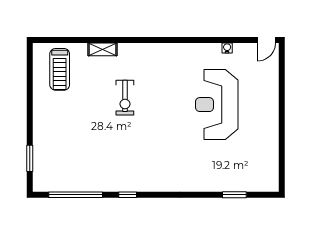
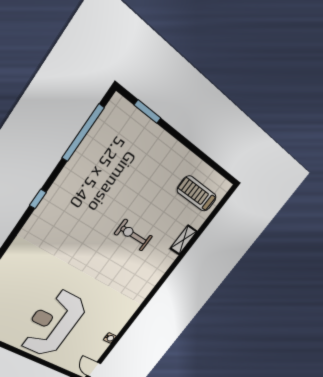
reception desk: (217, 105) -> (53, 323), moved, turned -90
window: (128, 195) -> (38, 199), moved

